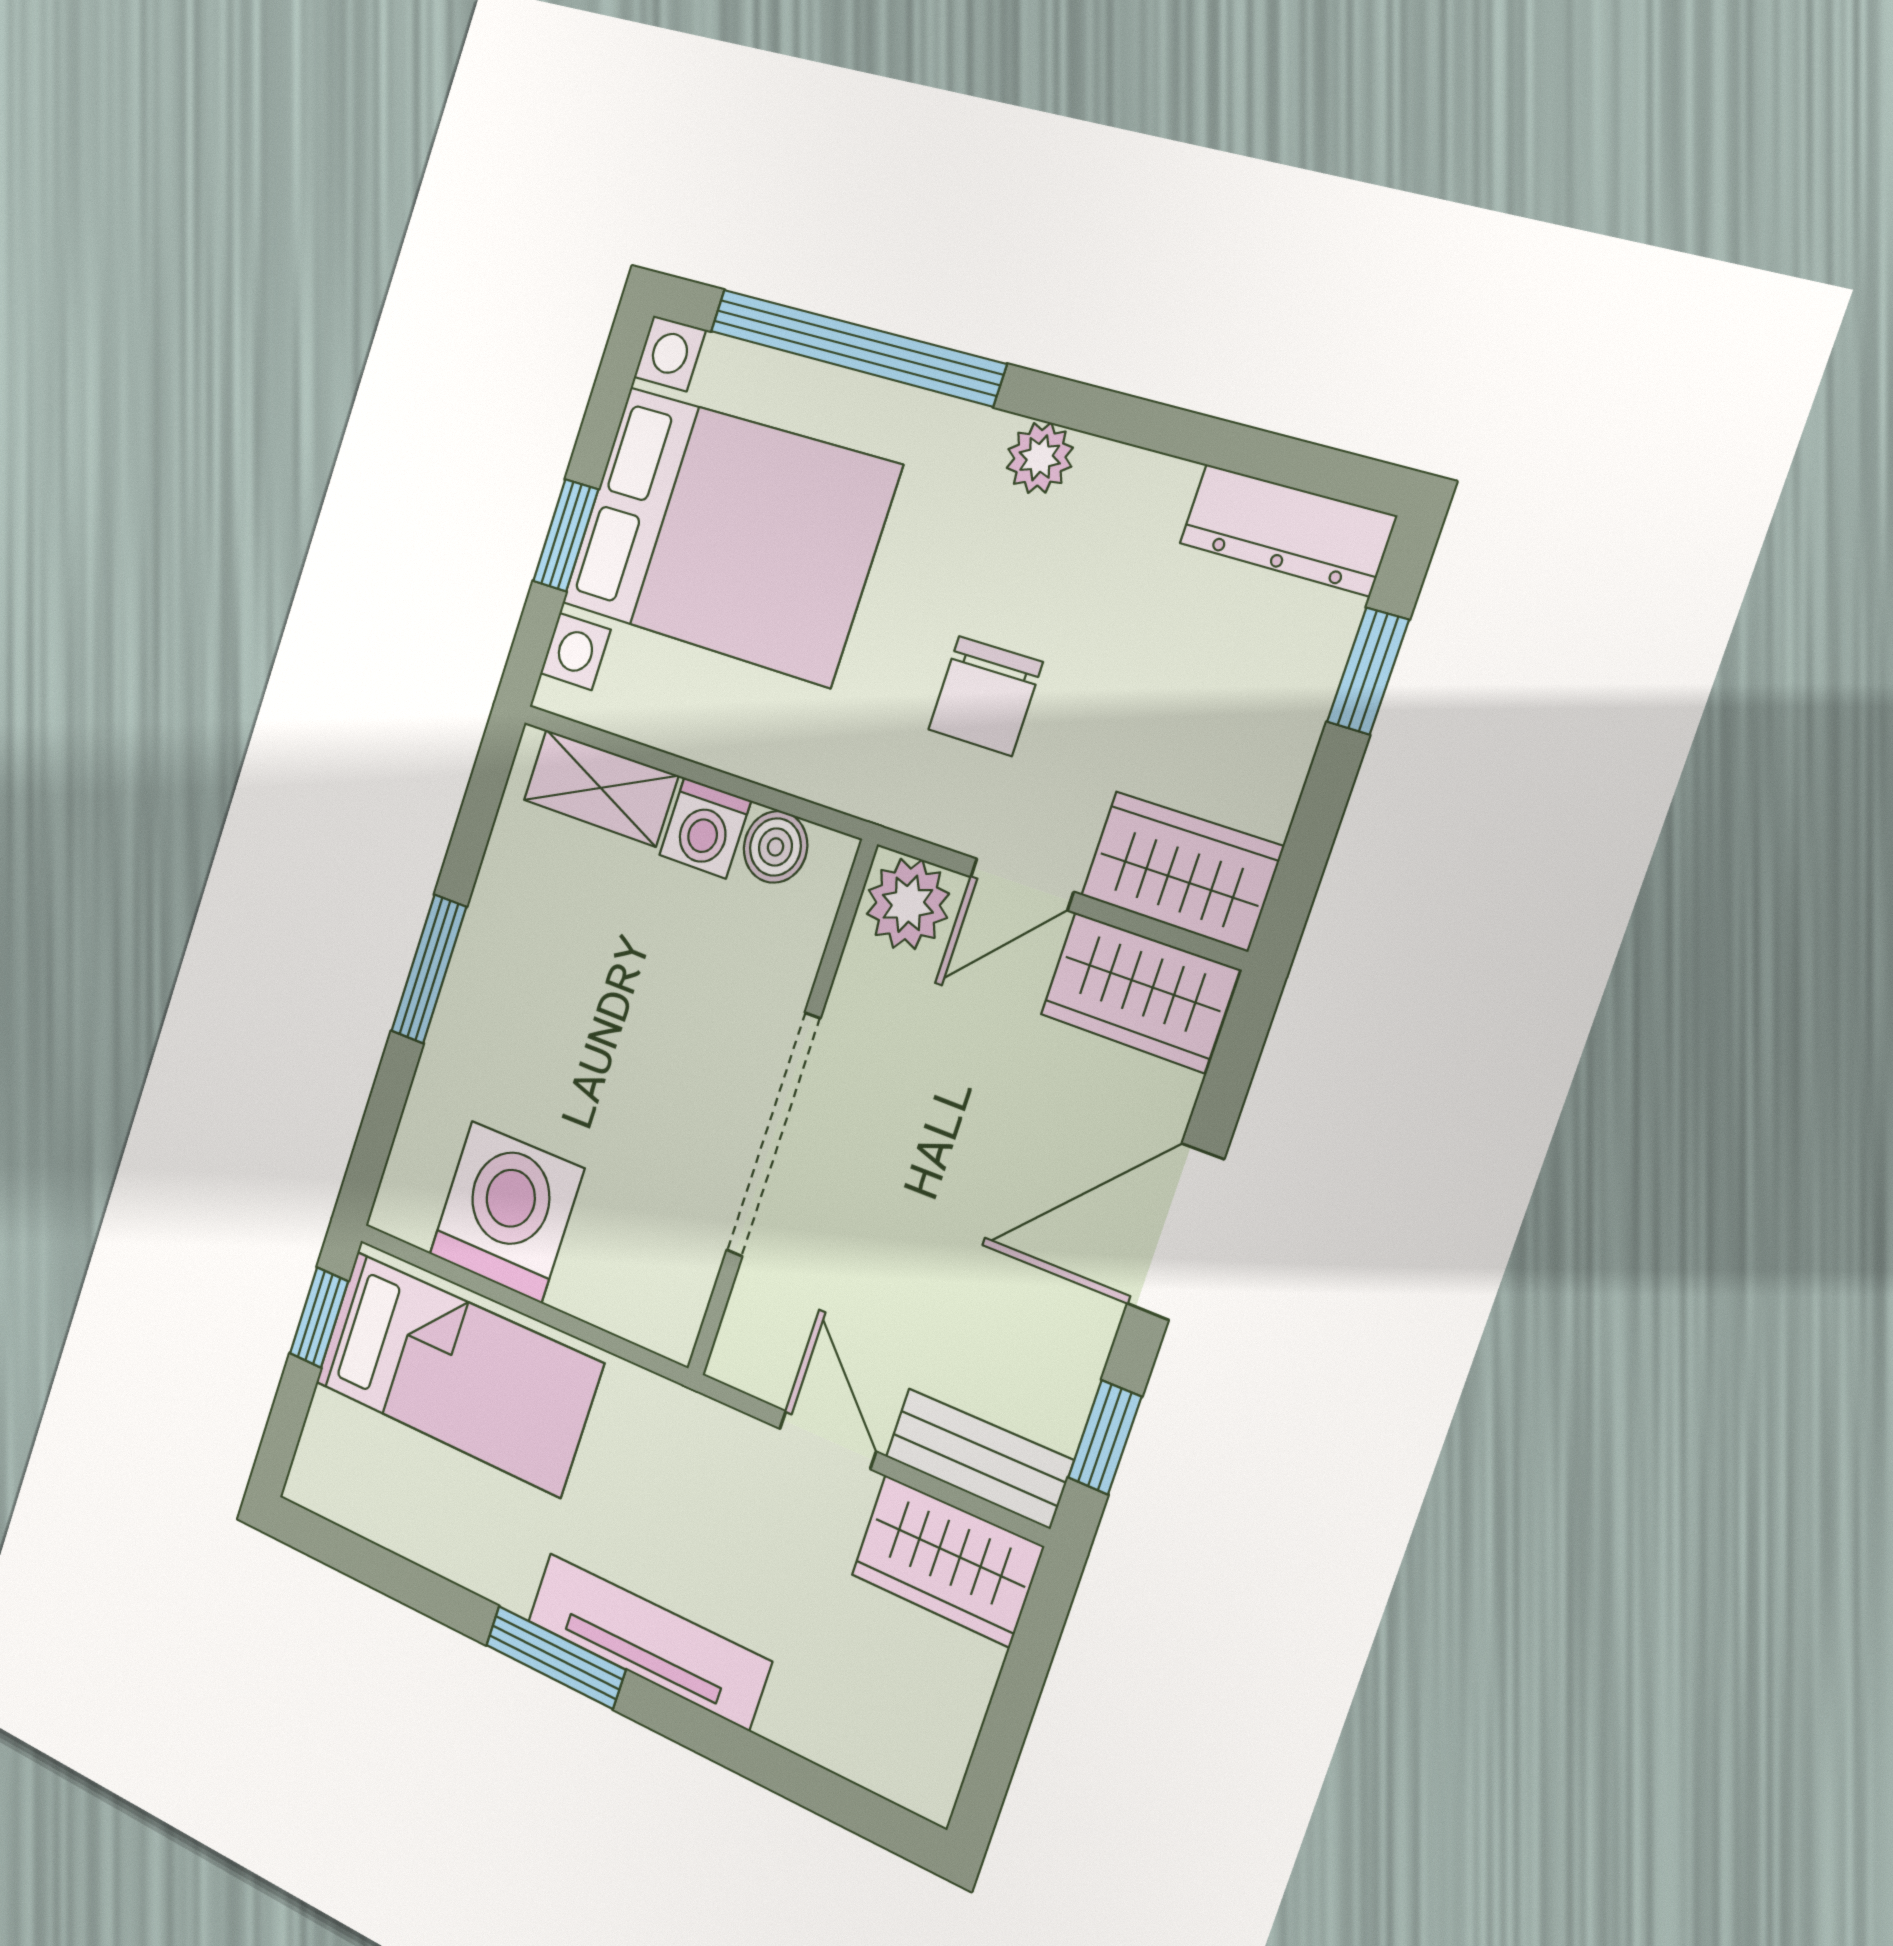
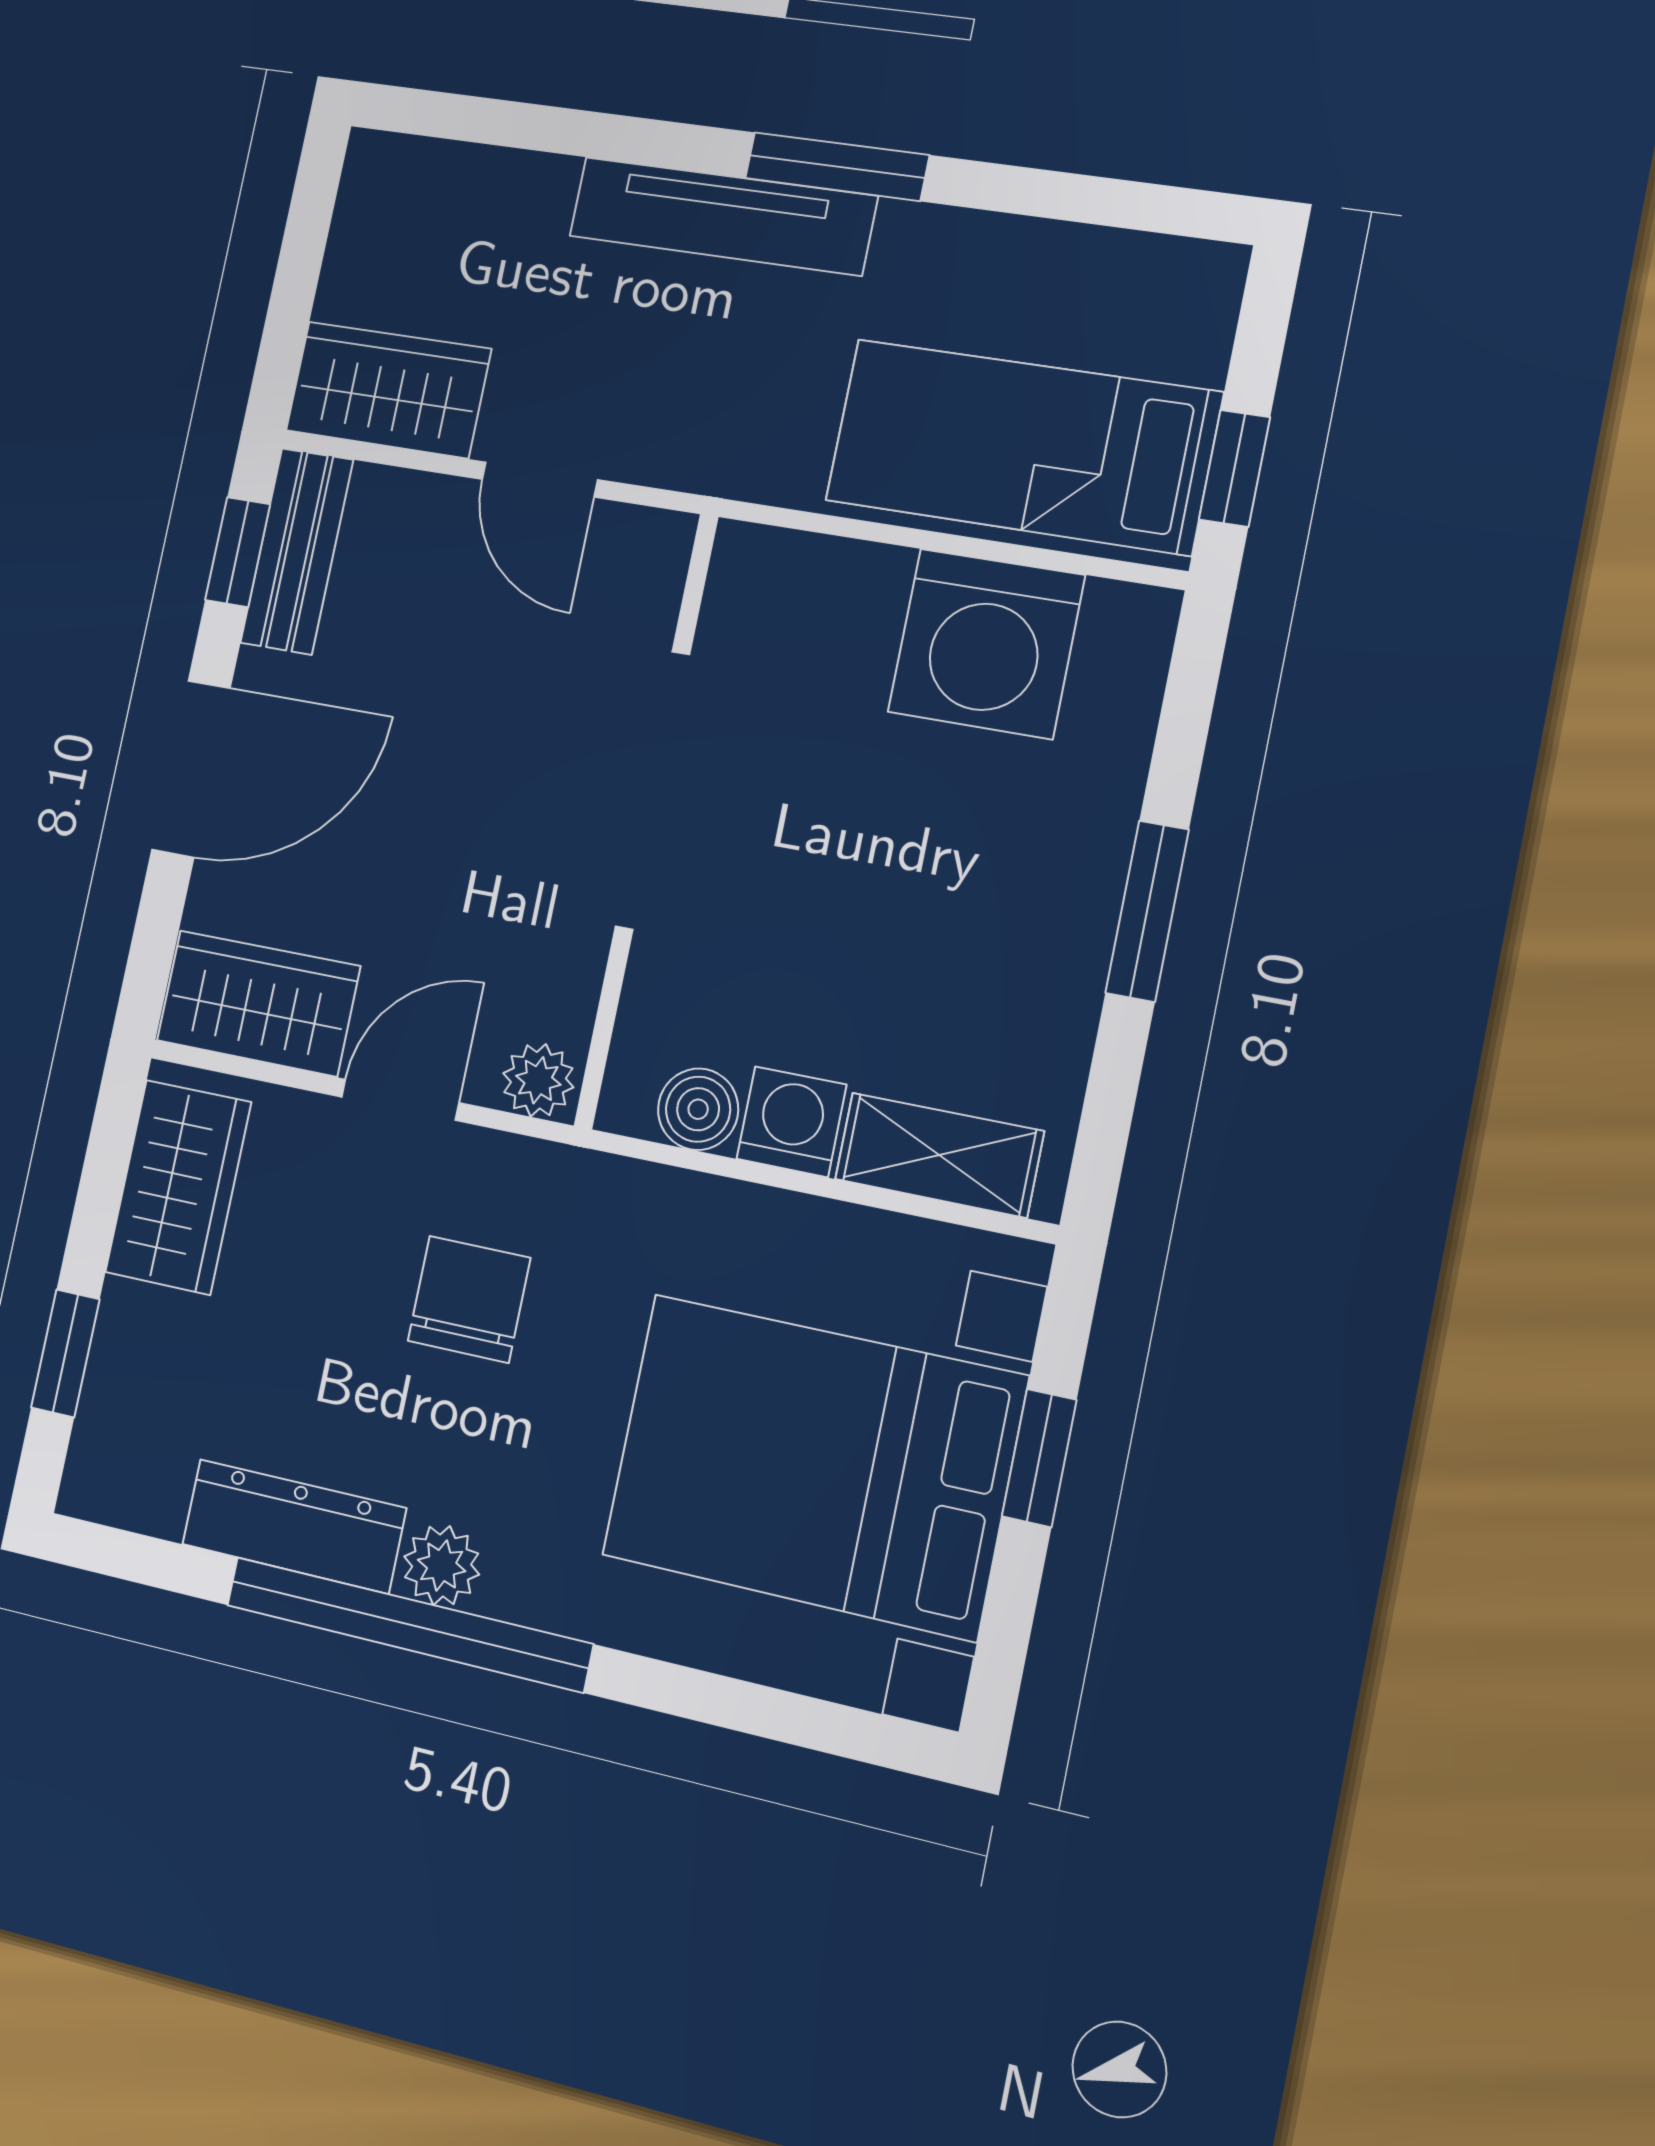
window: (856, 347) -> (408, 1624), moved
dresser: (1287, 530) -> (294, 1526), moved
wardrobe: (1181, 871) -> (178, 1187), moved, turned -90
plant: (908, 904) -> (538, 1080), width x0.73, depth x0.73
bench: (979, 1458) -> (297, 551), moved, turned 90

